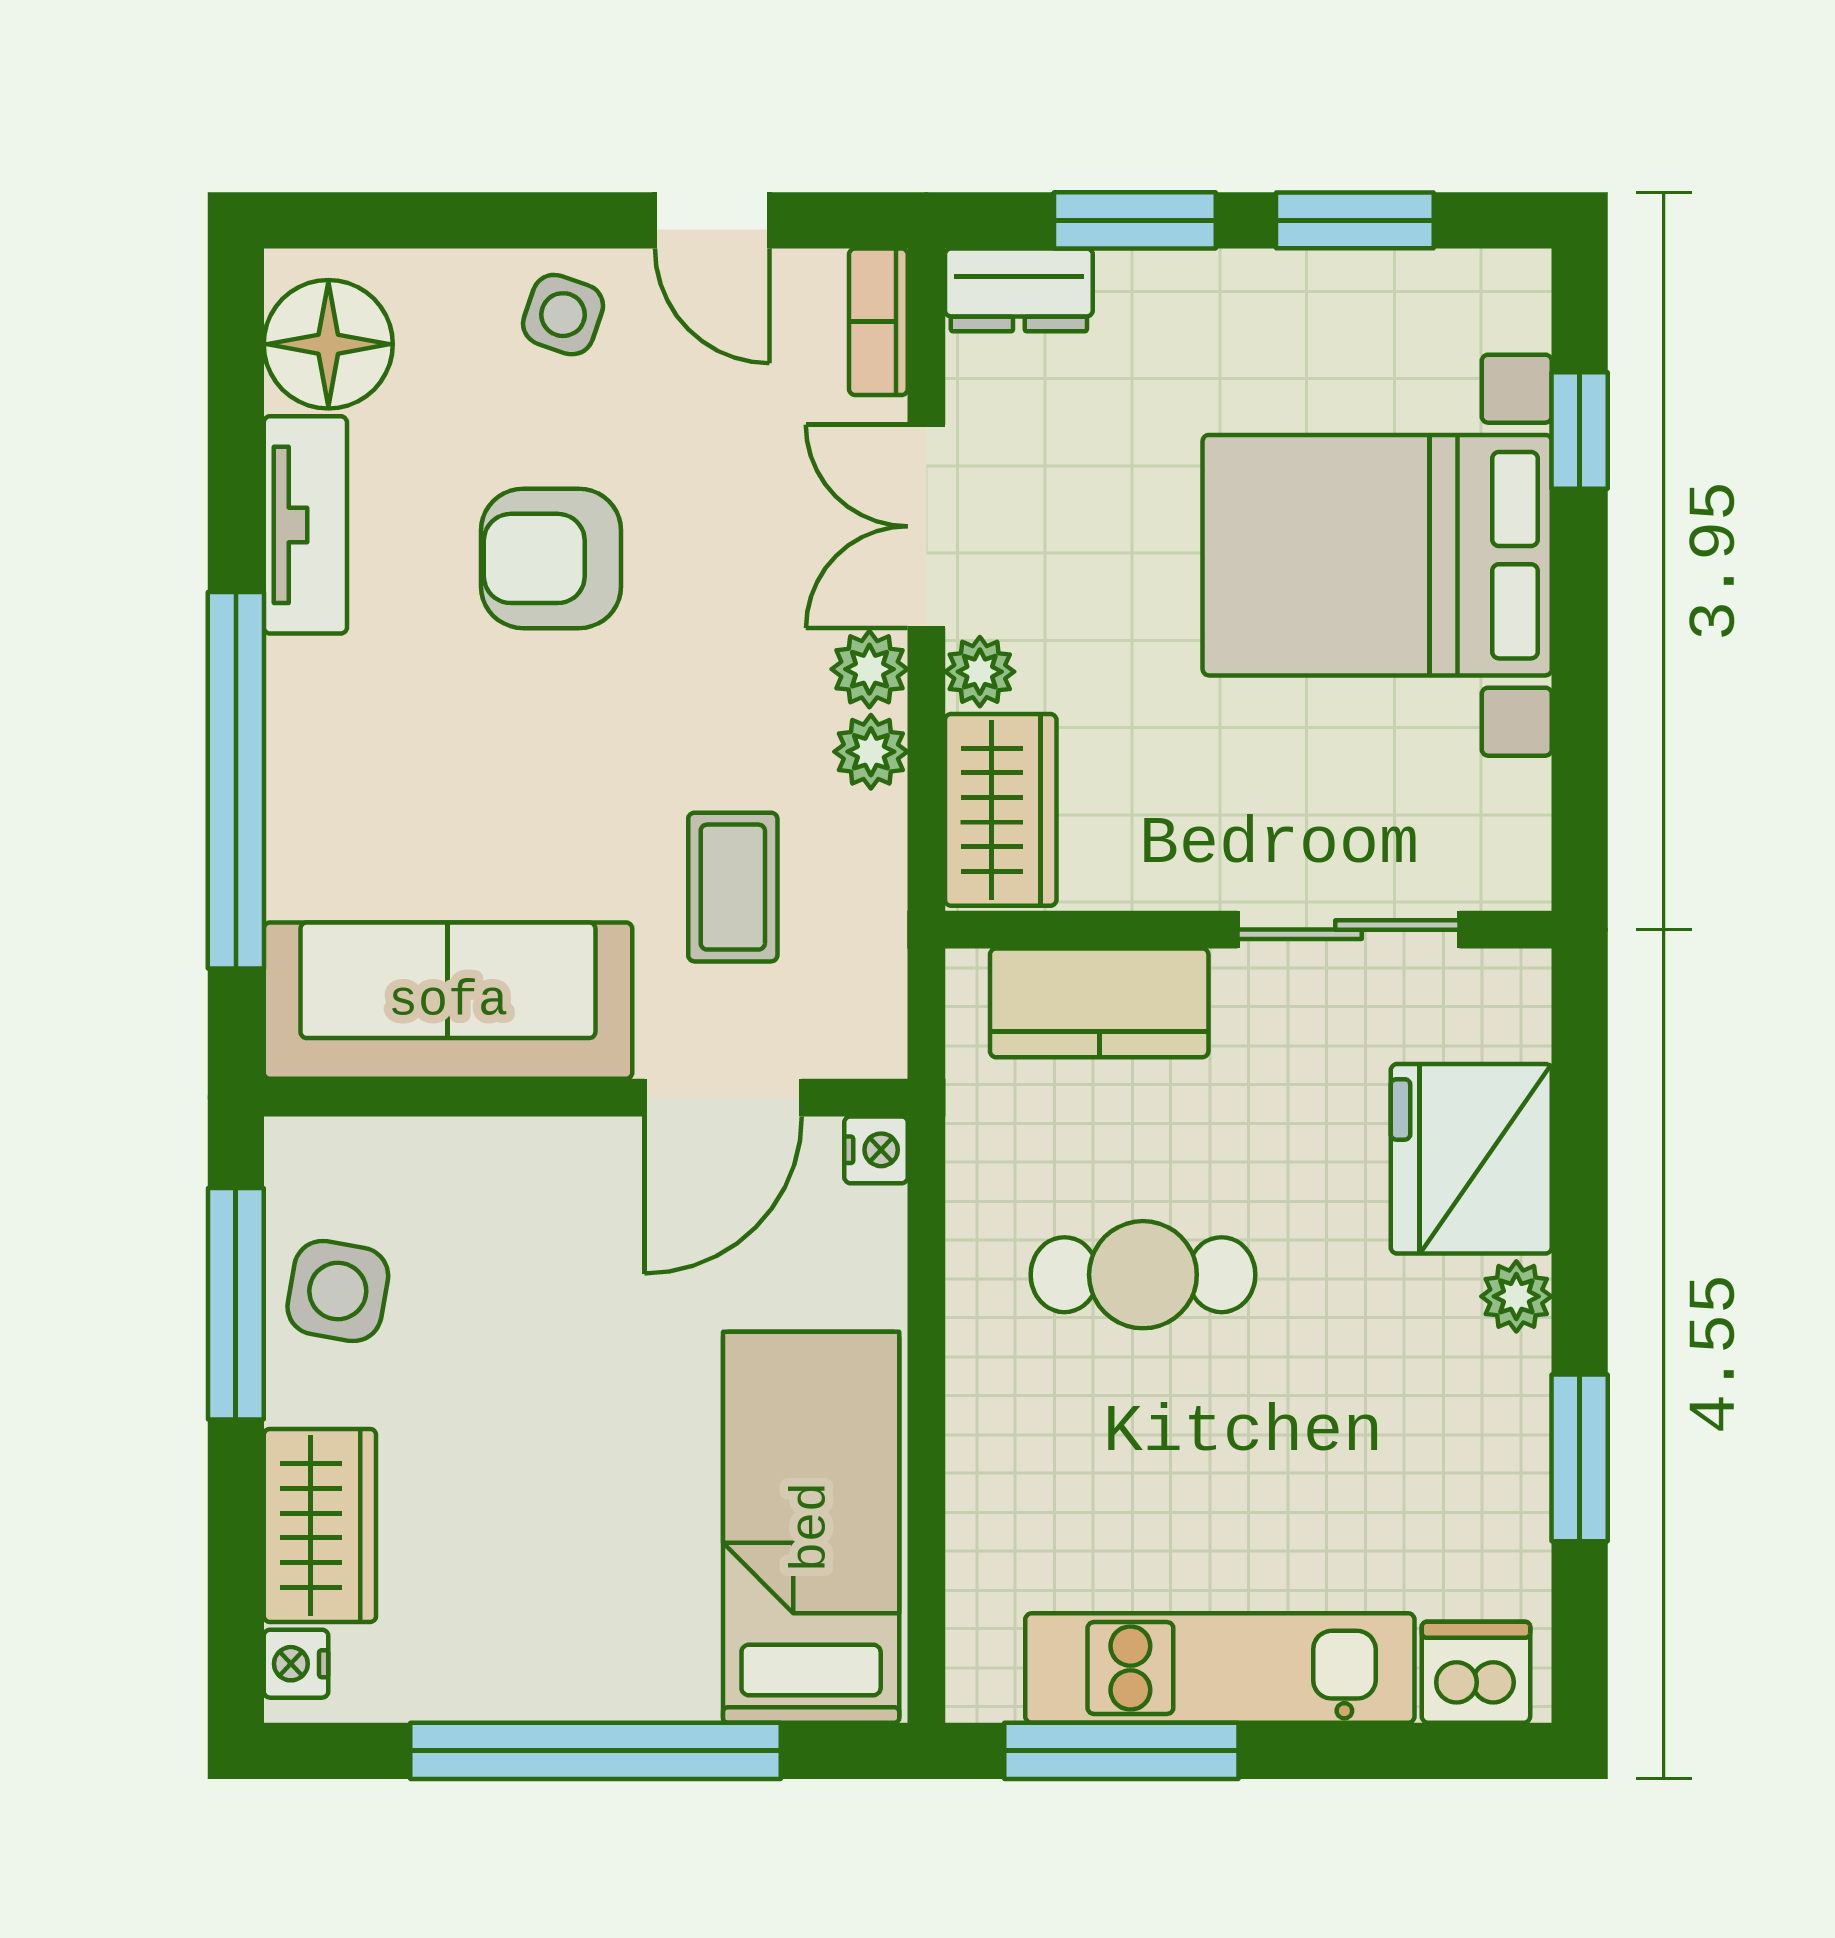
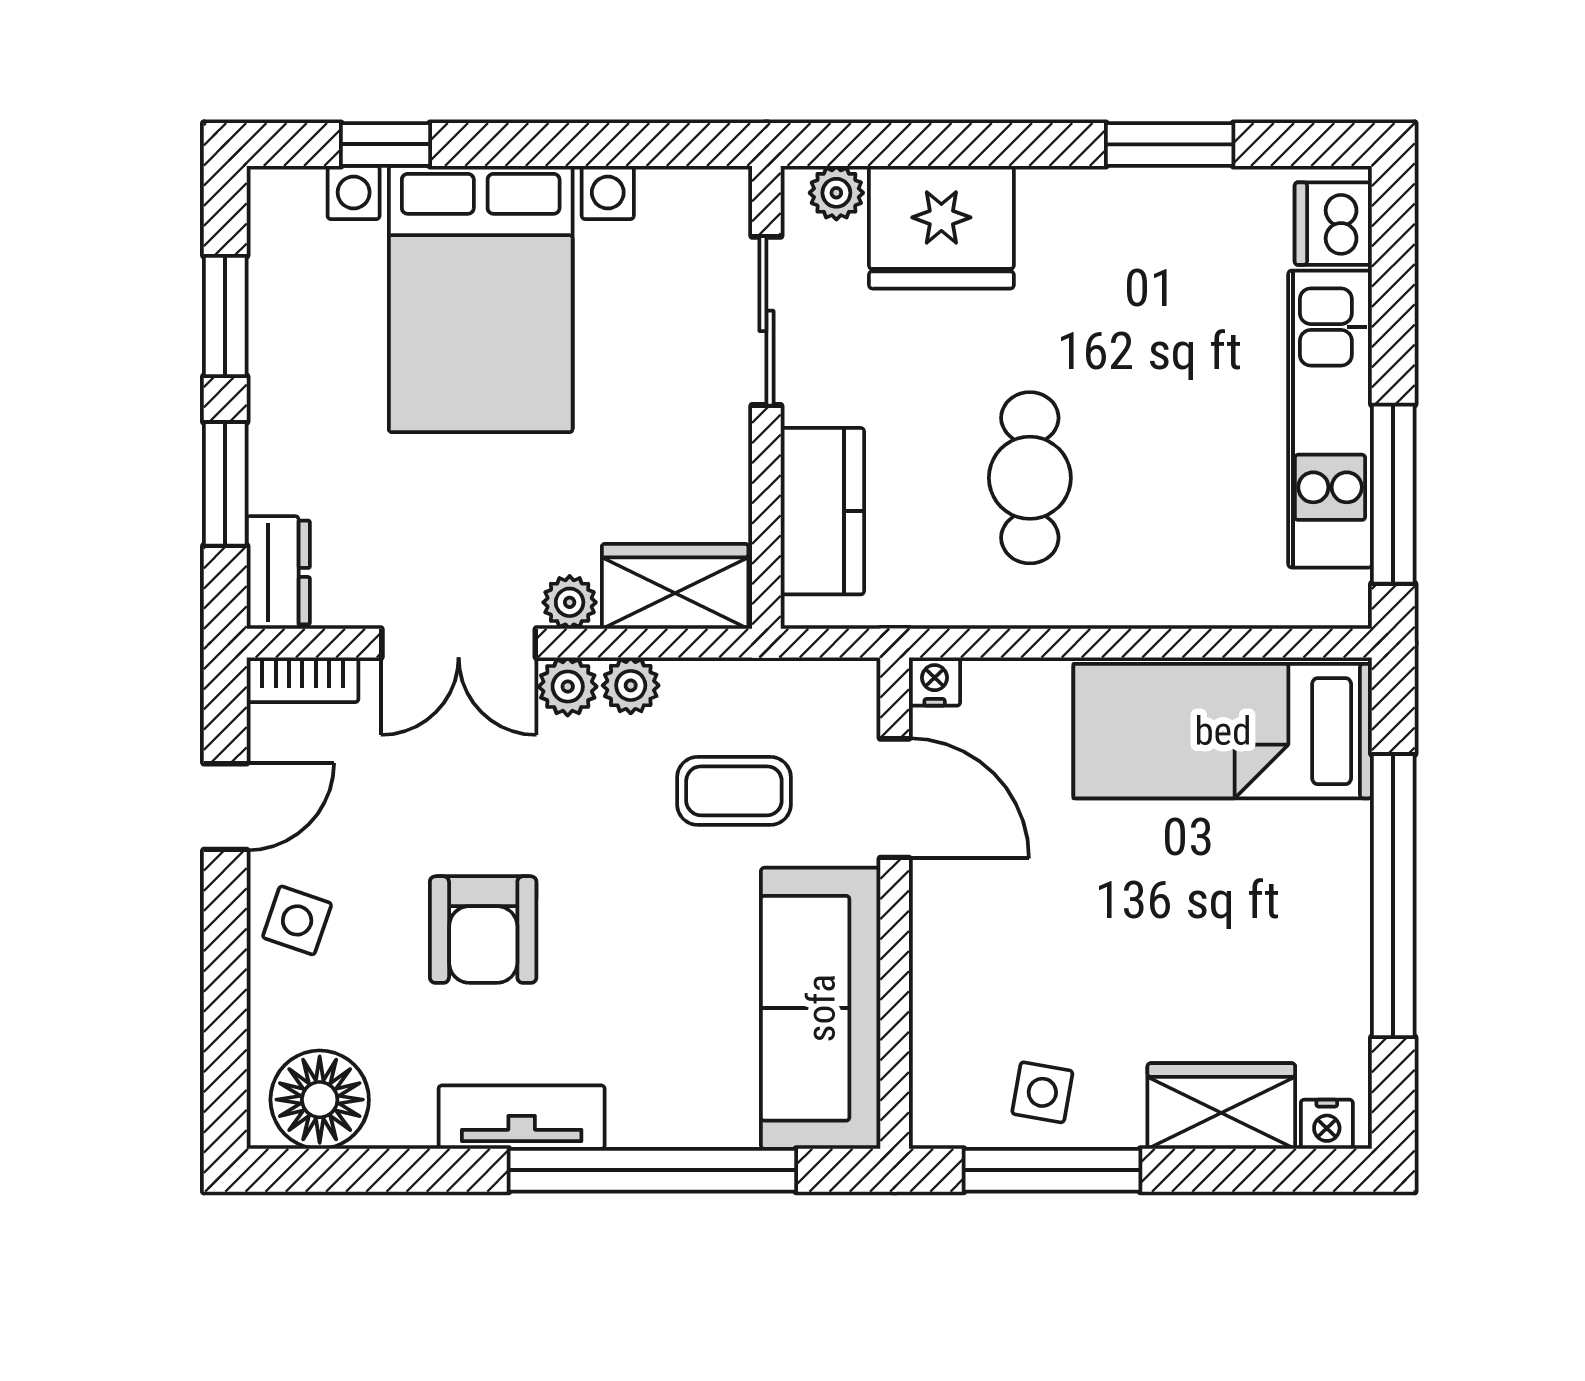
tv unit: (305, 525) -> (522, 1117), moved
side table: (338, 1291) -> (1042, 1092), width x0.73, depth x0.73
plant: (1516, 1296) -> (836, 193), moved

